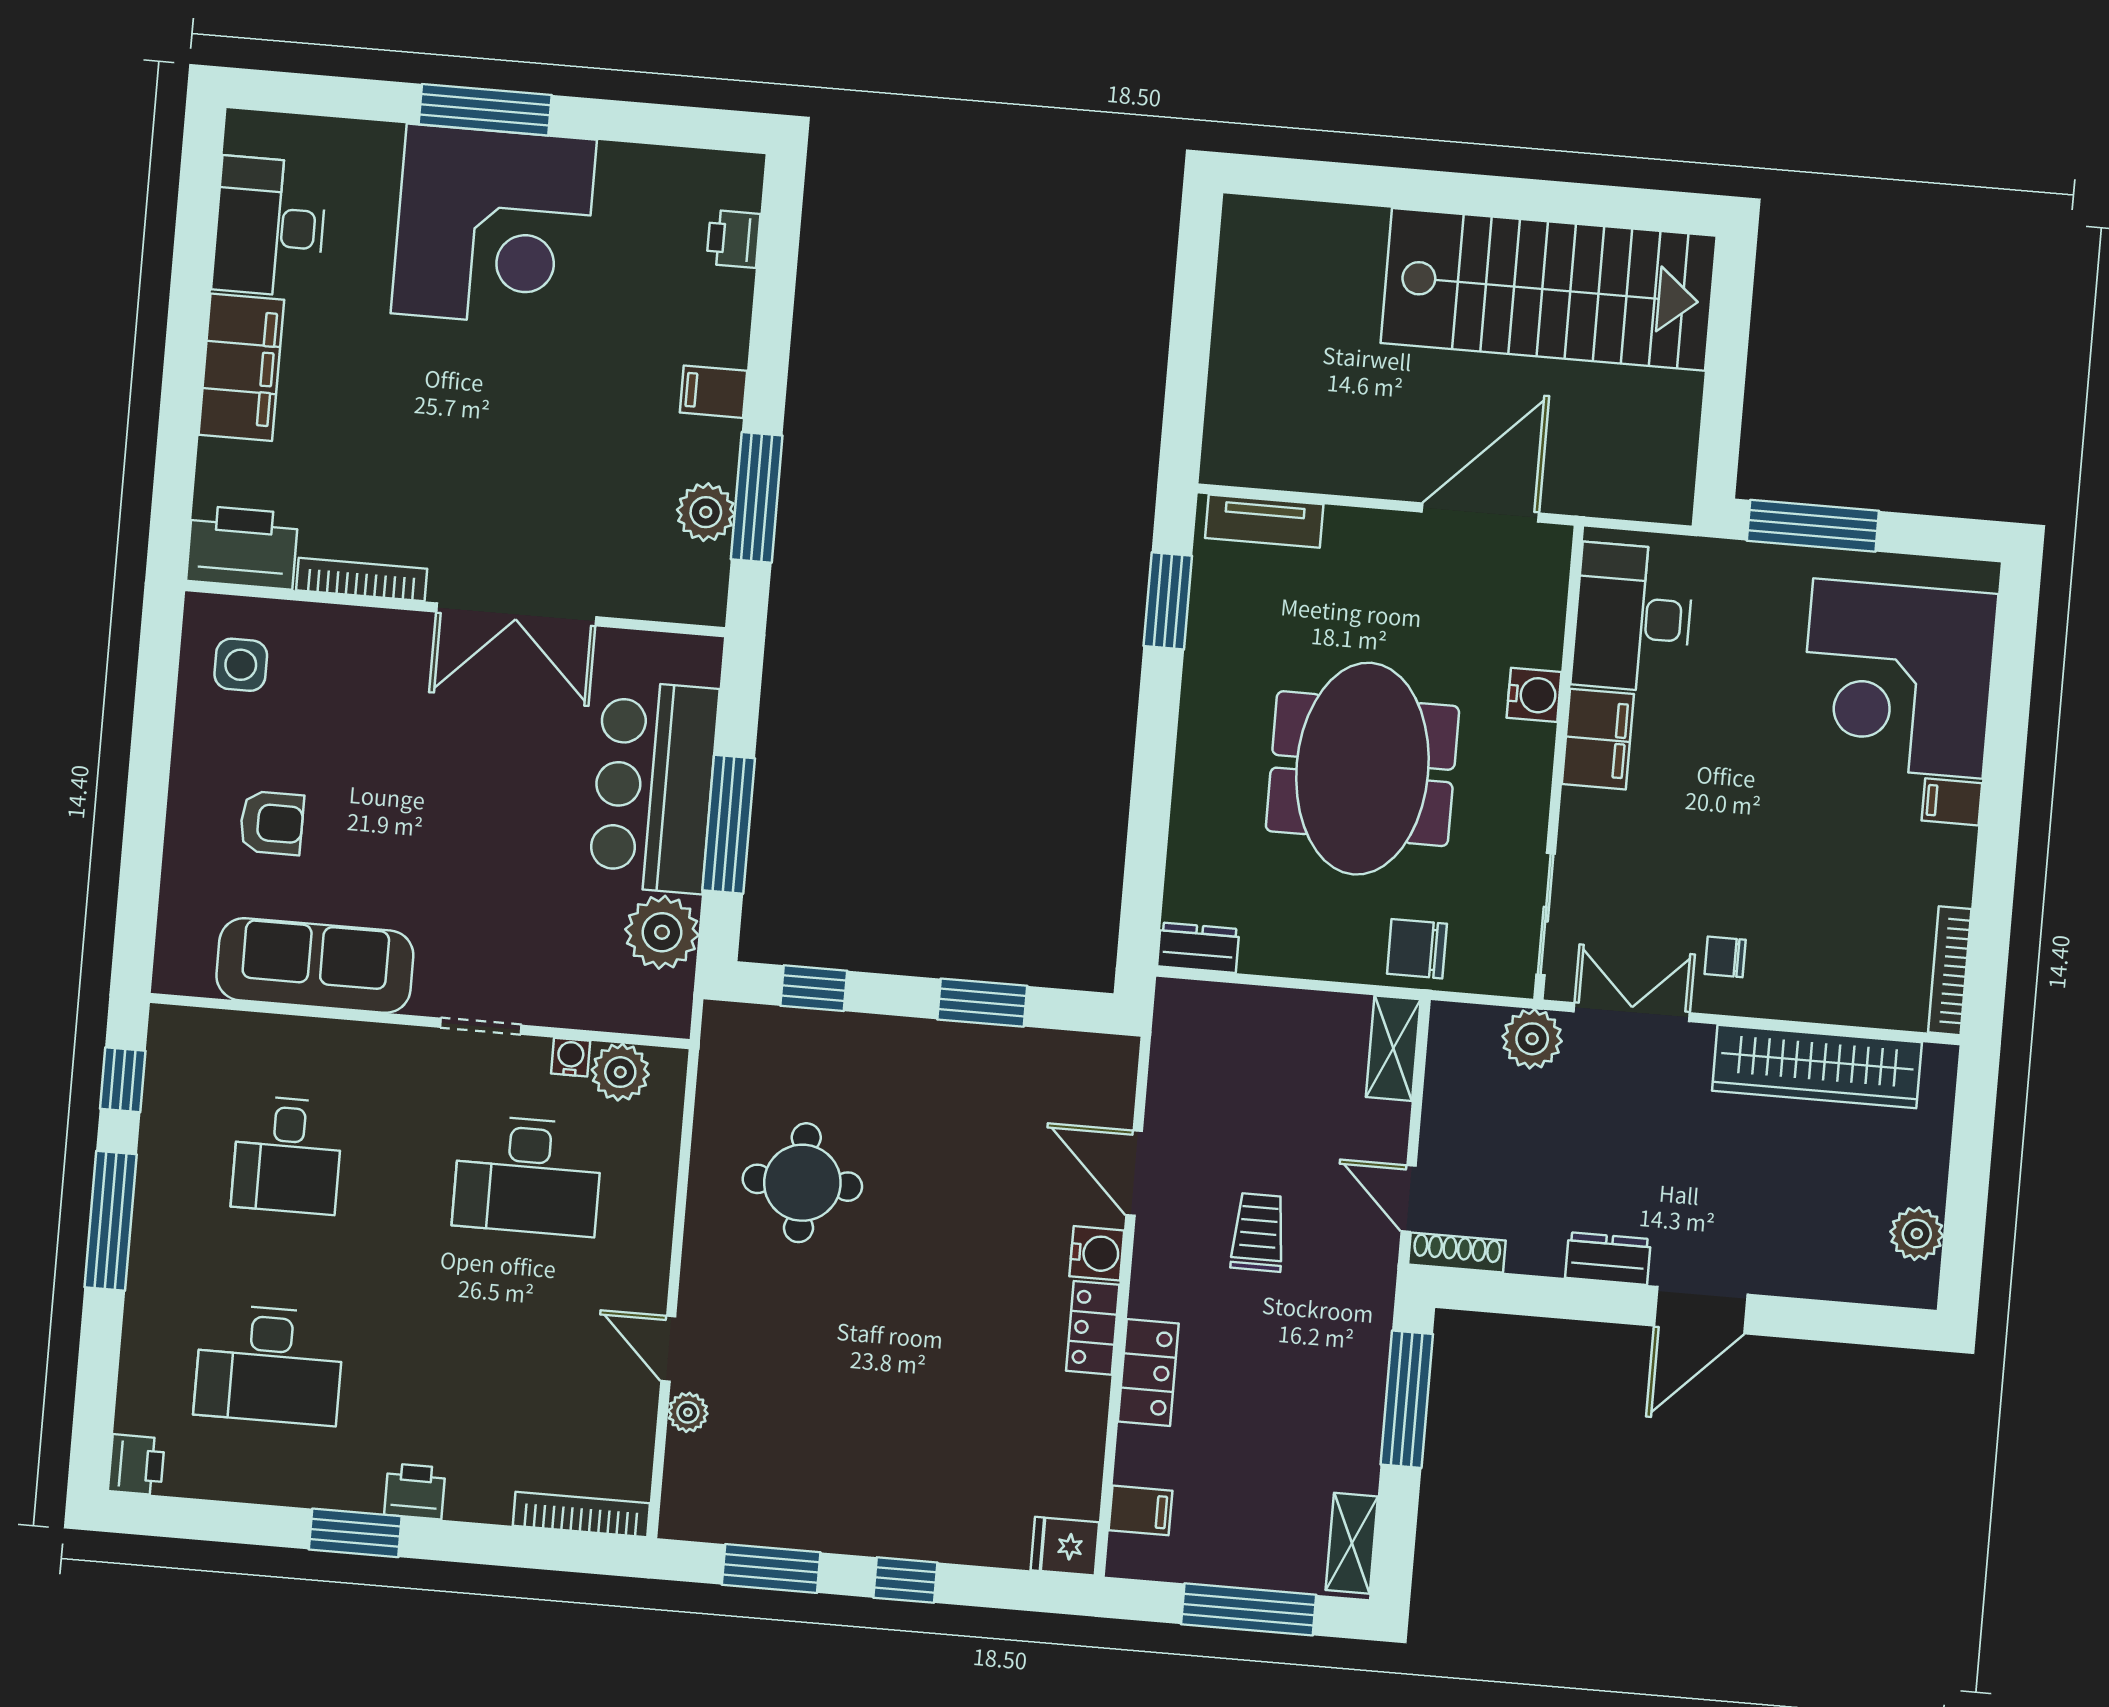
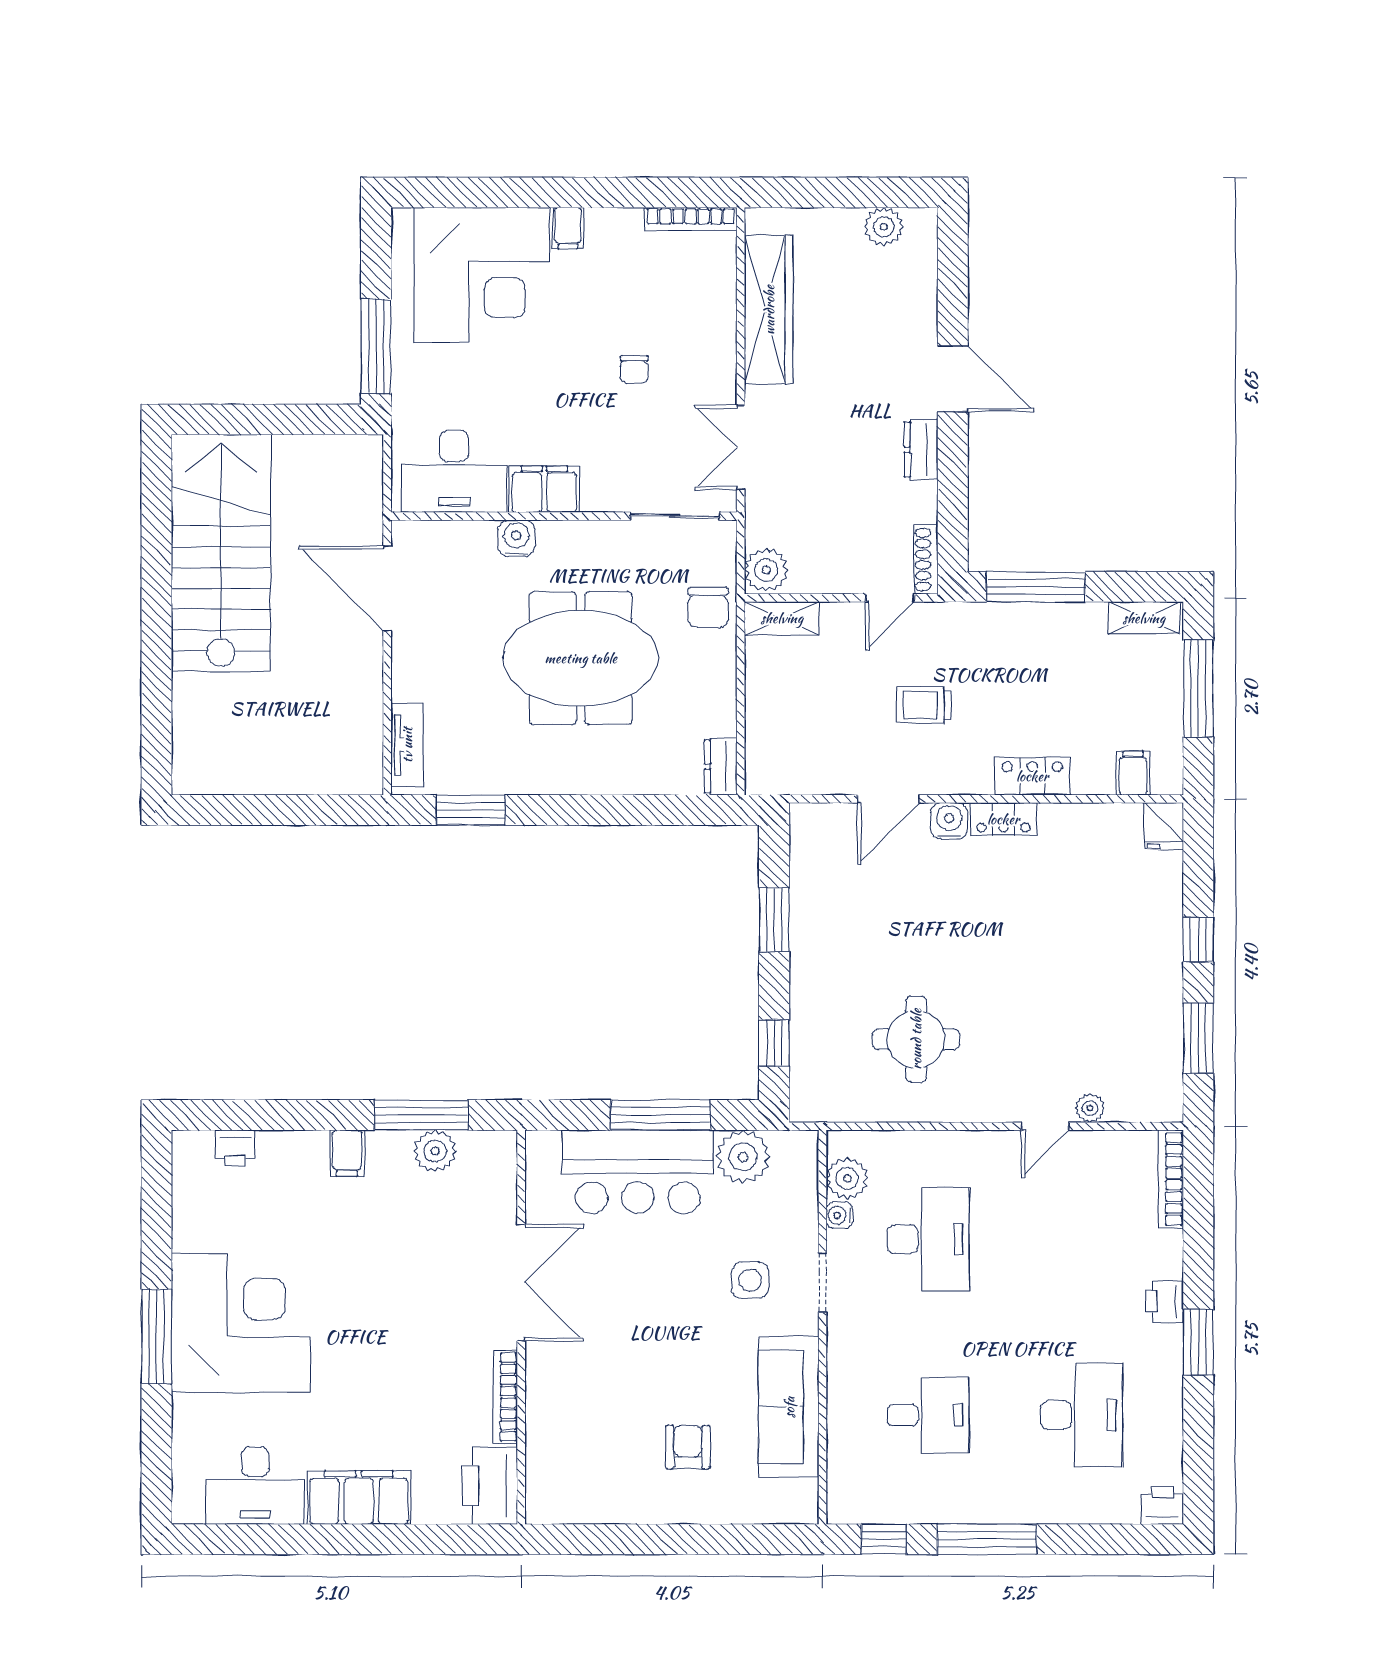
side table: (241, 665) -> (750, 1280), moved
chair: (1725, 957) -> (634, 369), moved
plant: (1532, 1039) -> (766, 570), moved

